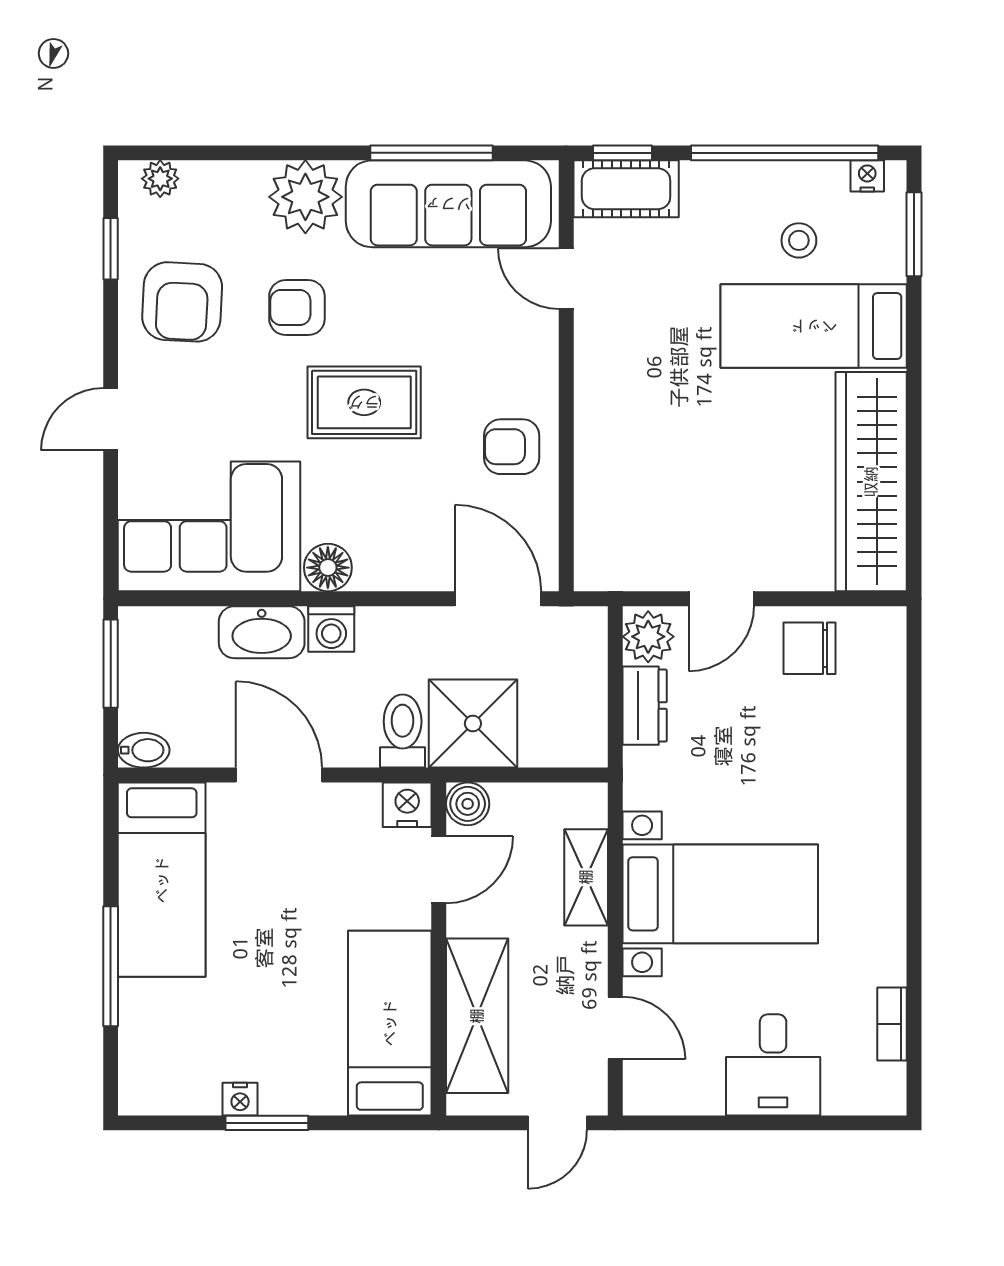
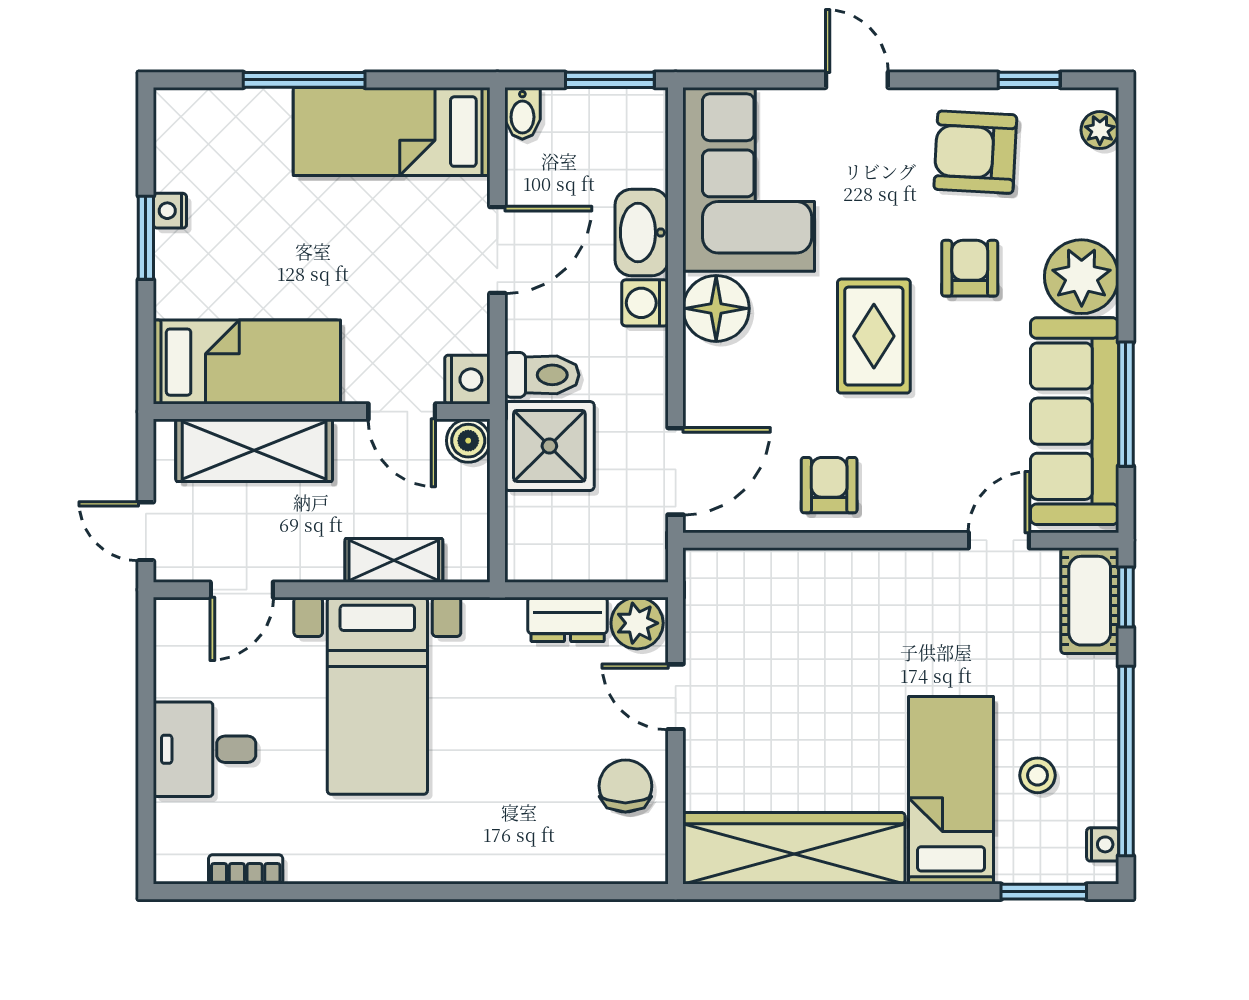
floor lamp: (328, 568) -> (716, 308), width x1.38, depth x1.38

